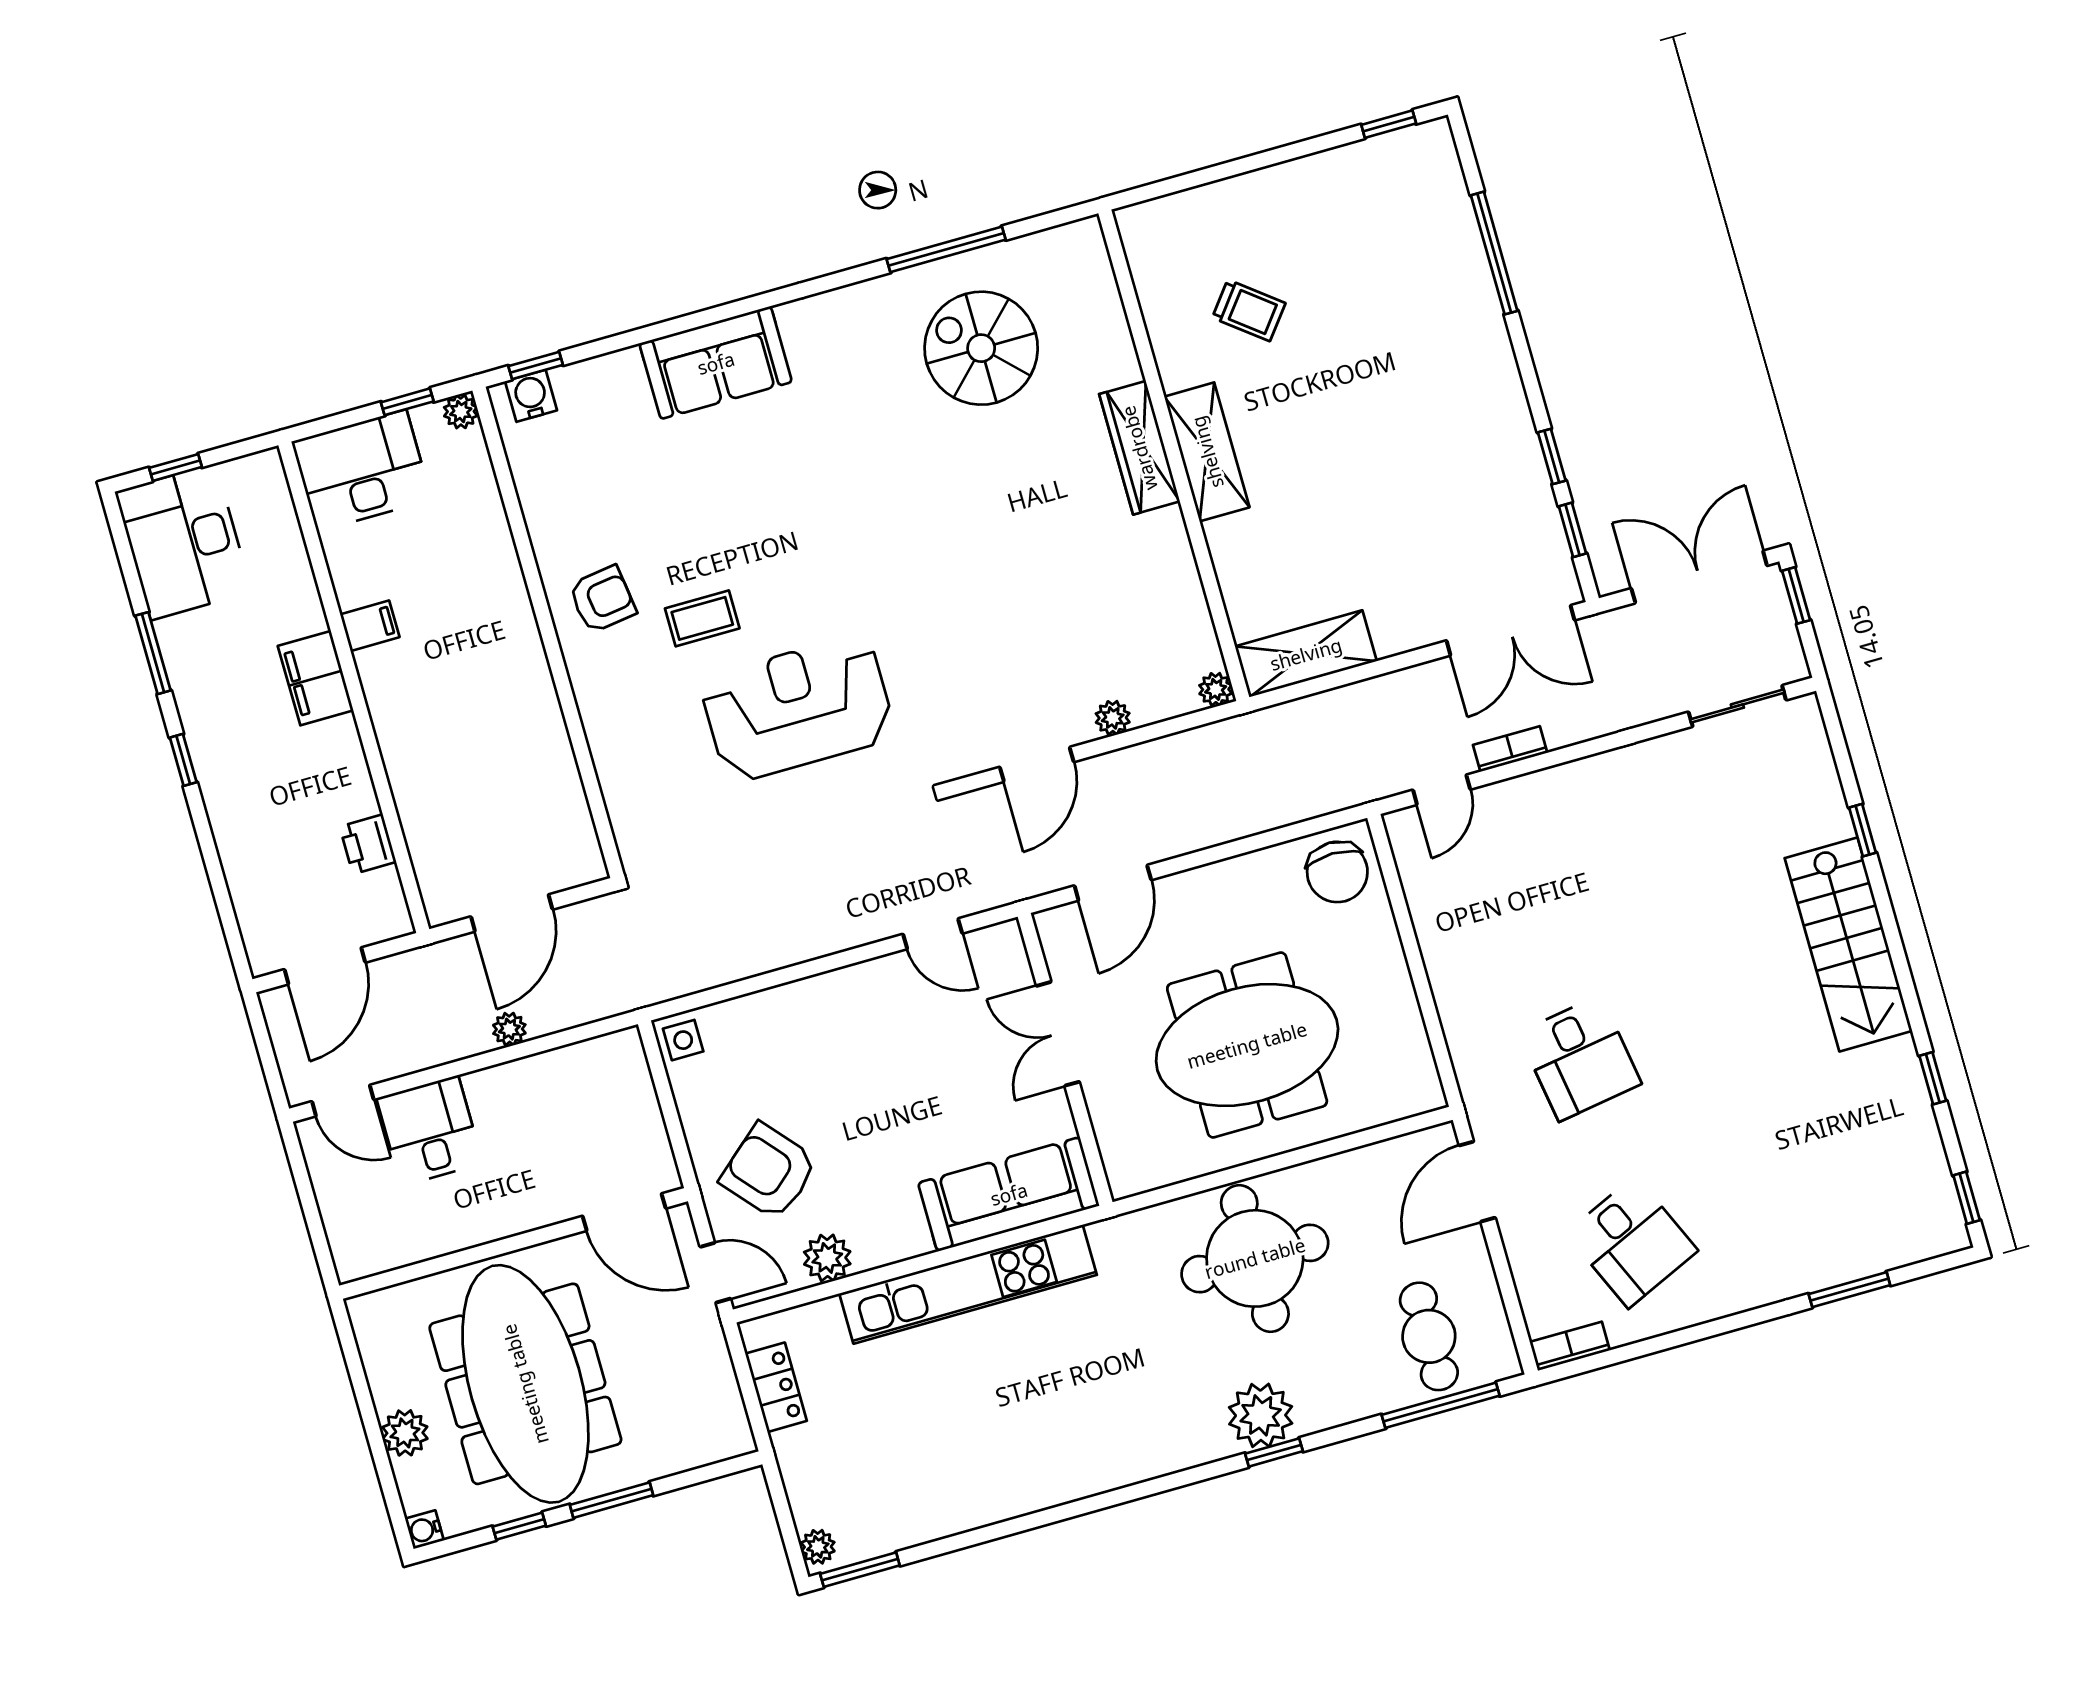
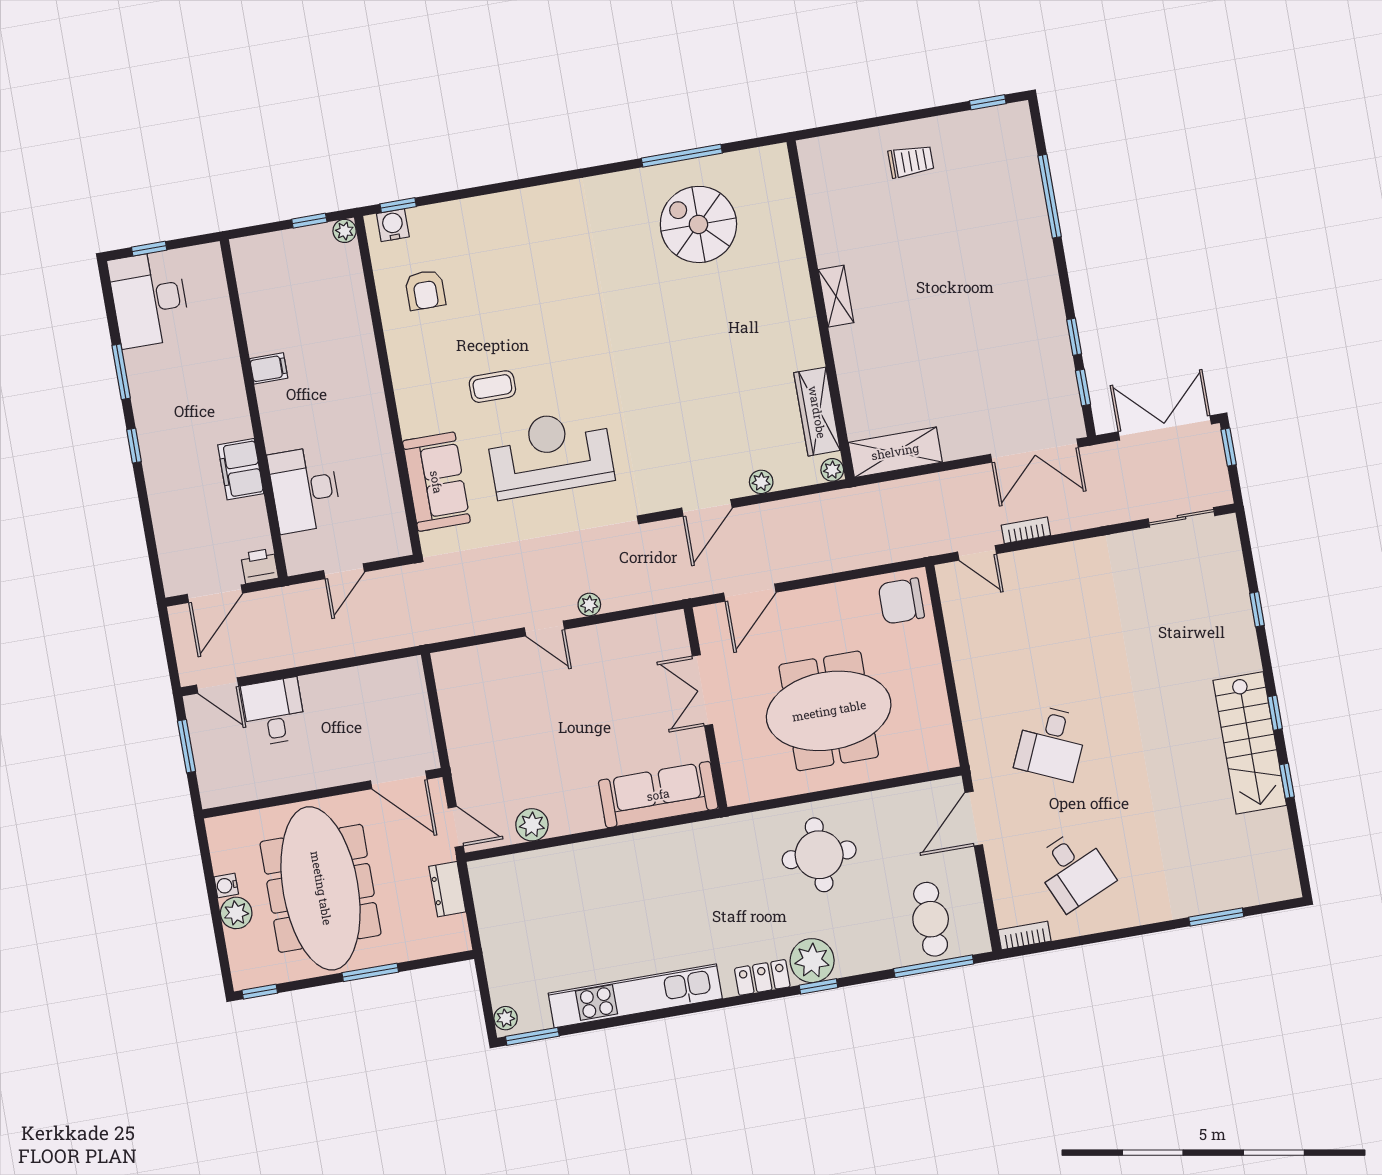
trolley: (1249, 310) -> (911, 161), moved, turned -38
sofa: (716, 363) -> (436, 482), moved, turned -90
wardrobe: (1139, 448) -> (817, 412), moved
shelving: (1207, 452) -> (836, 296), width x0.67, depth x0.75
desk: (362, 471) -> (305, 490), moved, turned -90
armchair: (602, 599) -> (425, 290), moved, turned 98
filing cabinet: (316, 678) -> (241, 469), moved
door: (1442, 790) -> (977, 553), hinge flipped
printer: (368, 844) -> (259, 566), moved, turned 90
chair: (1337, 872) -> (901, 601), turned 90
door: (512, 913) -> (344, 571), width x0.73
door: (933, 934) -> (544, 628), moved
stairs: (1848, 944) -> (1250, 743), moved
plant: (509, 1029) -> (589, 605), moved
side table: (683, 1040) -> (450, 668), removed
desk: (1580, 1058) -> (1051, 743), turned 33
armchair: (769, 1171) -> (499, 763), removed
window: (306, 1195) -> (187, 746), added
window: (1967, 1198) -> (1275, 713), moved
round table: (1255, 1258) -> (819, 855), width x0.73, depth x0.73
kitchen unit: (968, 1284) -> (635, 996), moved, turned 180
dresser: (712, 1366) -> (447, 889), added
locker: (776, 1387) -> (762, 977), moved, turned -90
window: (519, 1526) -> (260, 992), moved
water cooler: (424, 1530) -> (226, 885), moved

